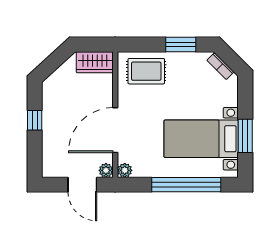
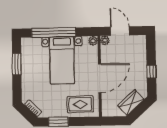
wardrobe: (95, 62) -> (131, 102), moved, turned -42
door: (115, 130) -> (100, 78), moved
bed with nightstands: (201, 139) -> (62, 60), moved, turned 90

